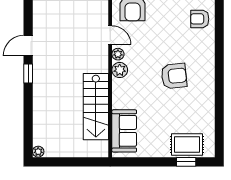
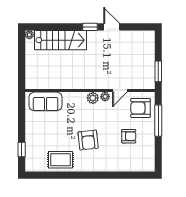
armchair: (200, 19) -> (129, 136), moved, turned 90
stairs: (96, 107) -> (60, 40), moved, turned 180
rug: (187, 145) -> (61, 160), moved, turned 90

